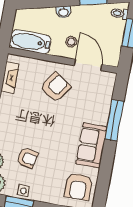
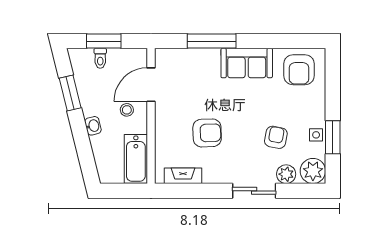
toilet: (119, 14) -> (100, 58), moved
armchair: (56, 87) -> (207, 133), moved, turned 144
armchair: (78, 187) -> (299, 70), turned 90

